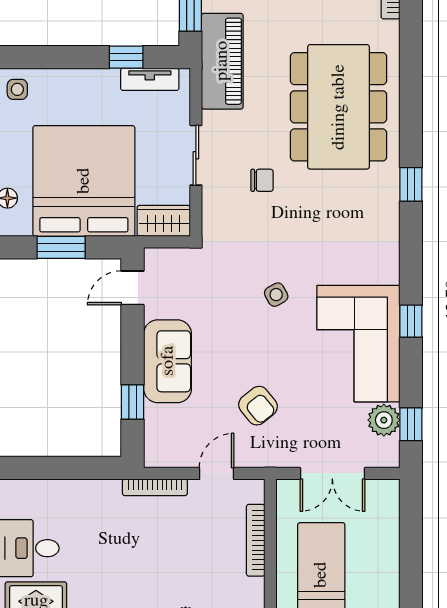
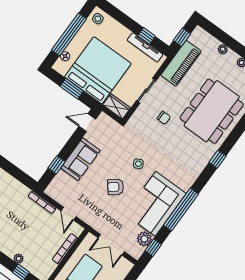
tv unit: (150, 79) -> (145, 47), width x1.41
window: (411, 321) -> (181, 210), width x3.17
armchair: (258, 406) -> (116, 187), moved, turned 90
door: (217, 473) -> (68, 214), swing flipped

